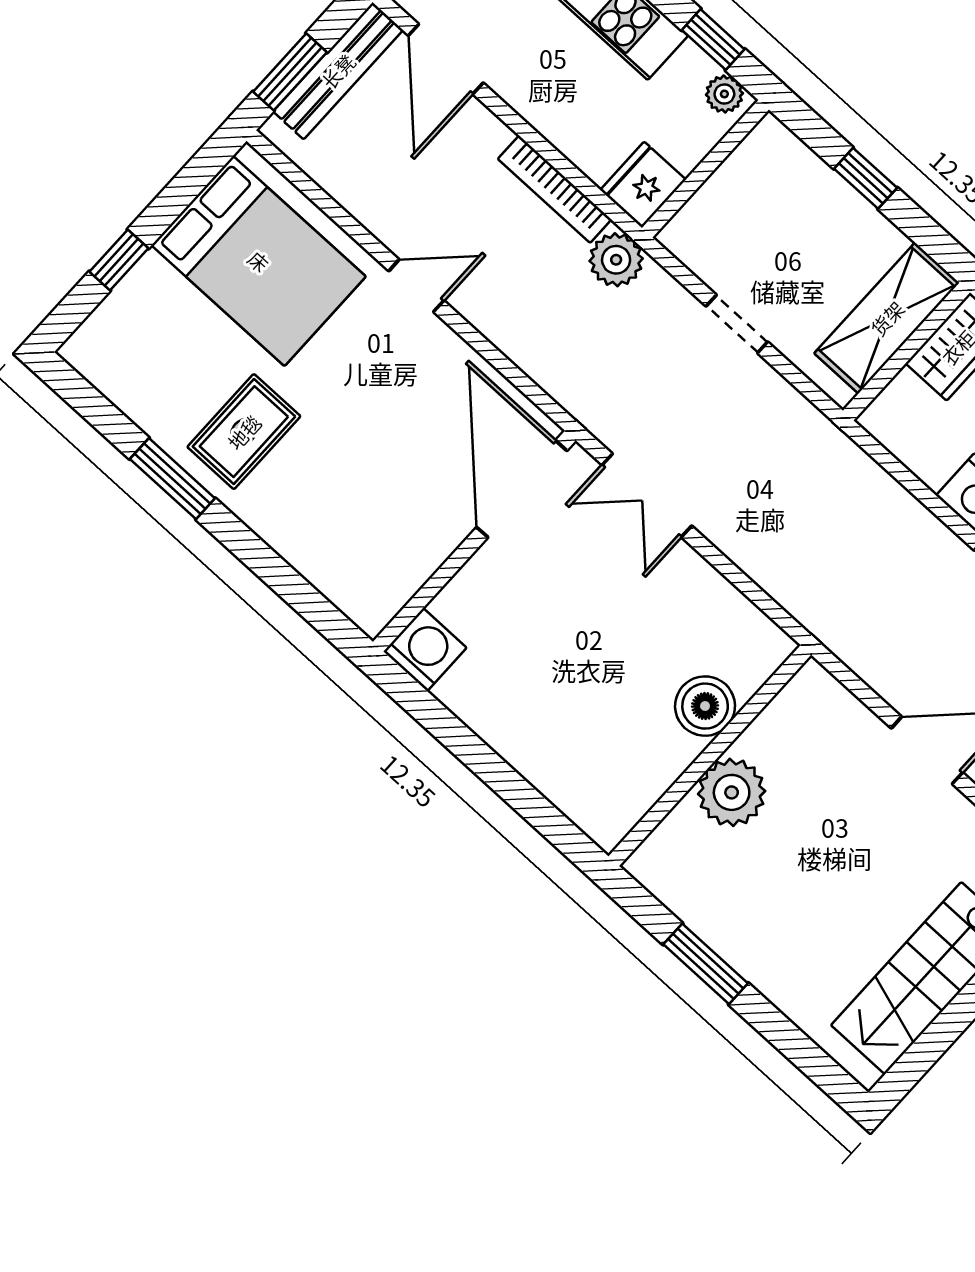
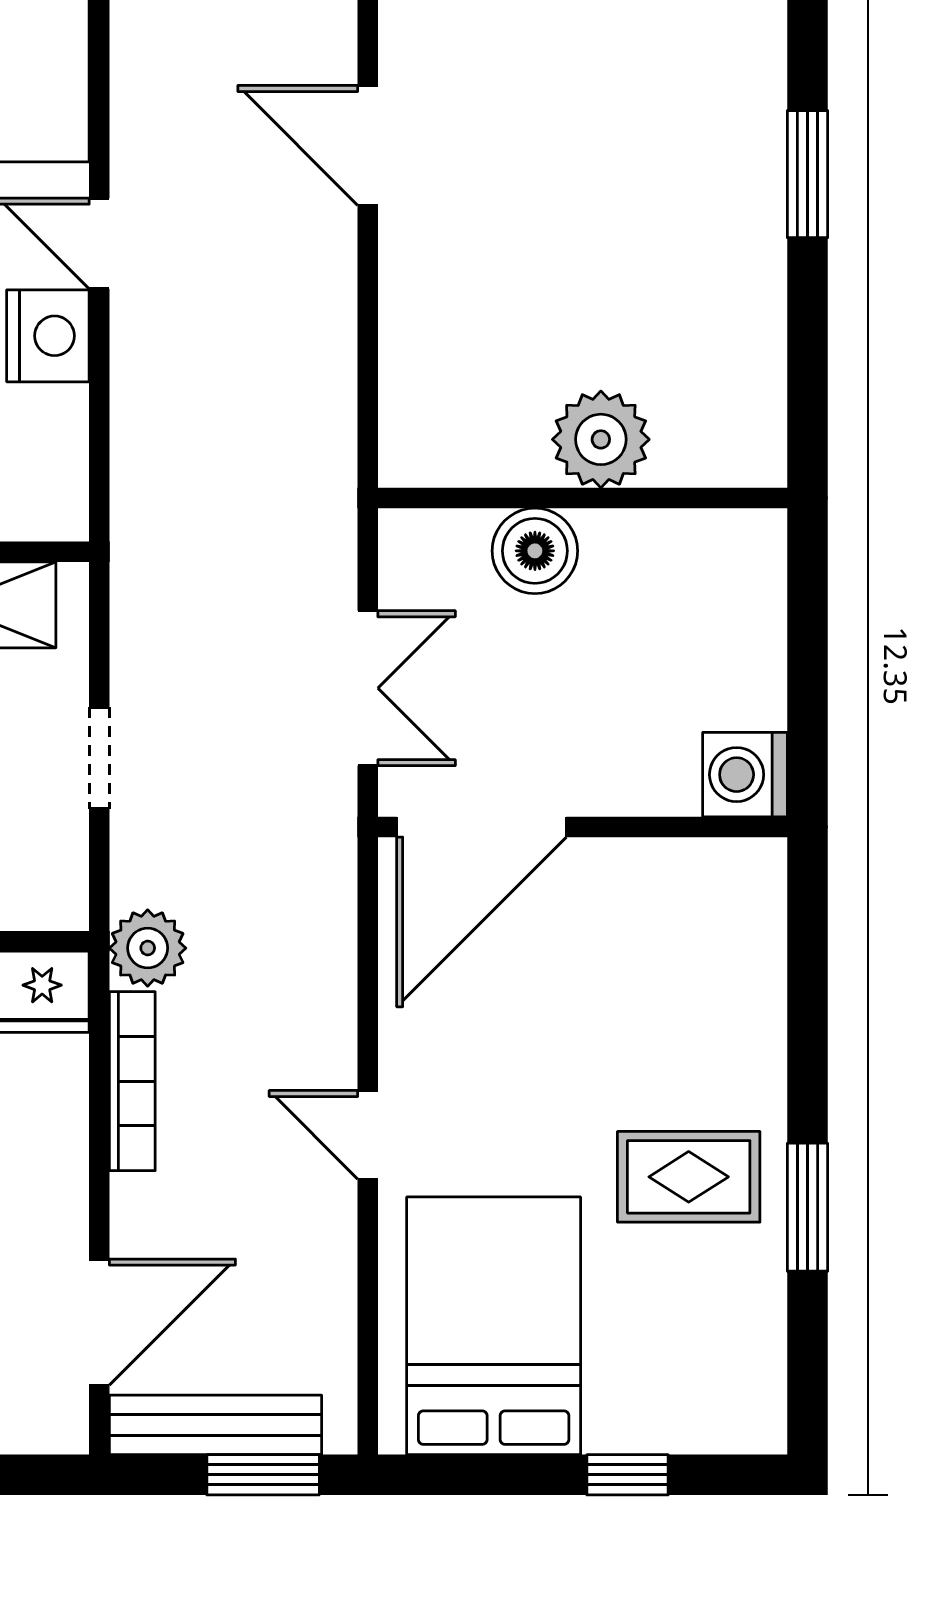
boiler: (705, 706) -> (535, 551), moved
wall: (710, 755) -> (583, 498), moved
plant: (732, 792) -> (601, 439), moved

